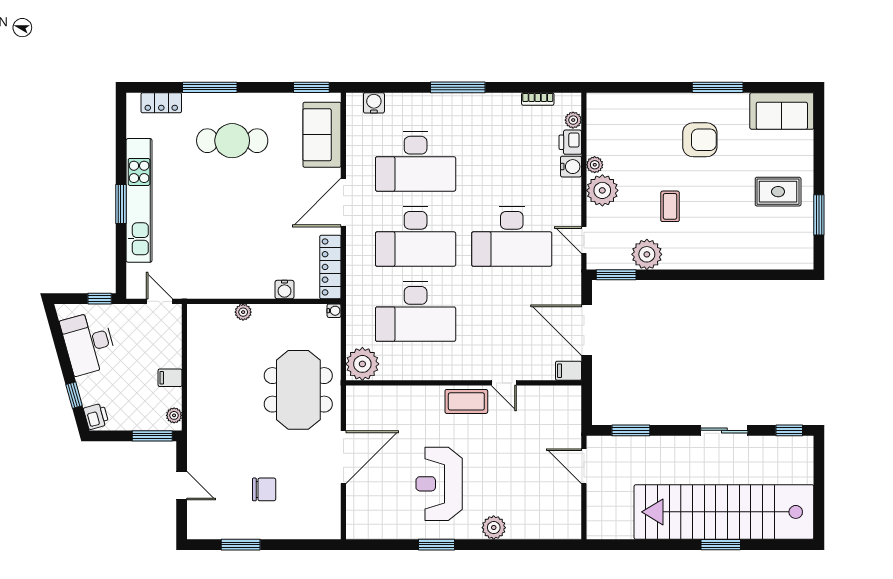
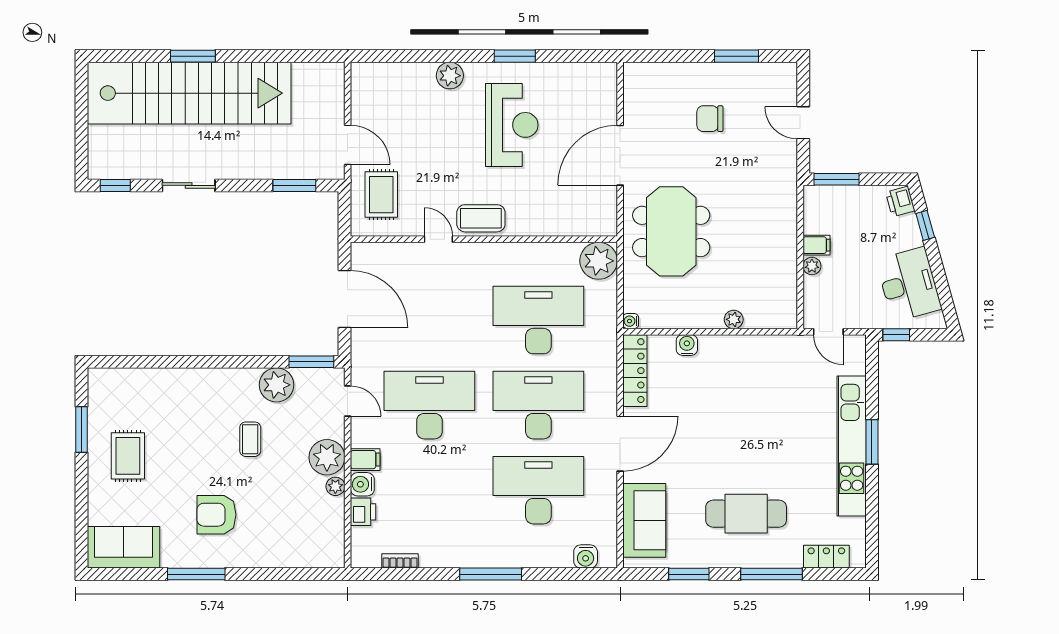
window: (311, 87) -> (689, 574), moved
plant: (573, 120) -> (360, 537), removed
rug: (778, 192) -> (128, 456), turned 90
filing cabinet: (569, 371) -> (365, 460), moved
plant: (174, 415) -> (812, 266), moved
rug: (554, 422) -> (381, 195), added

